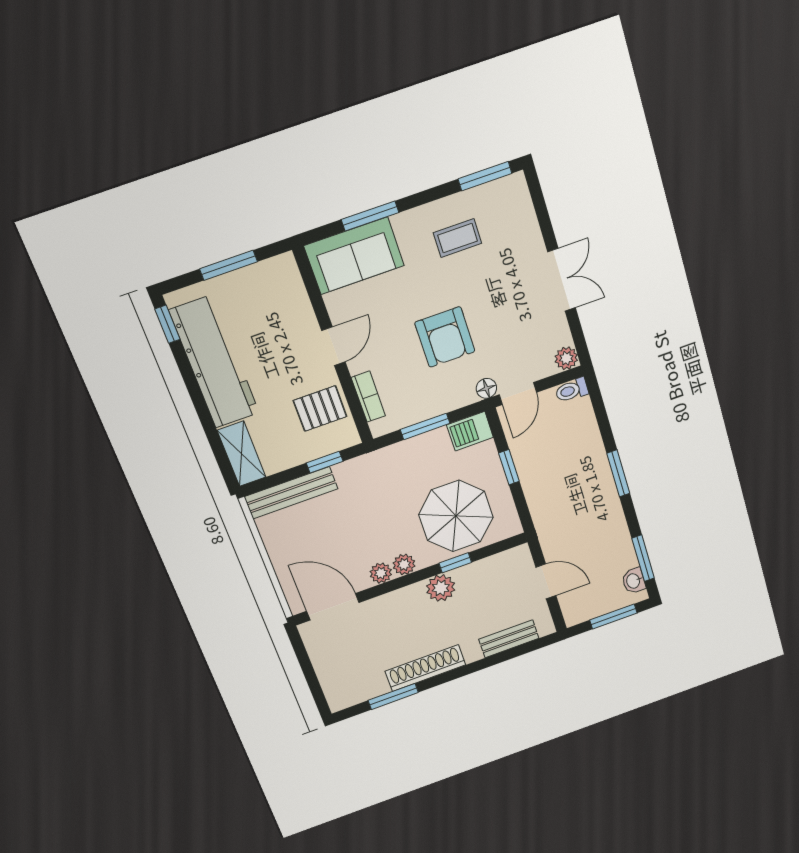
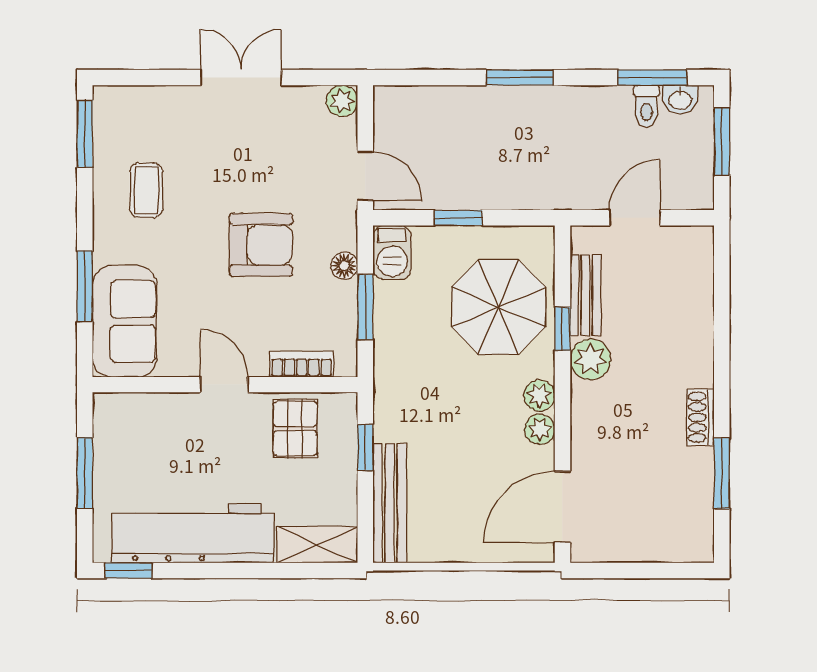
floor lamp: (486, 388) -> (344, 266), moved
toilet: (572, 390) -> (646, 106), moved
bench: (509, 639) -> (586, 295), moved
shoe rack: (425, 668) -> (700, 417), width x0.51, depth x0.81

